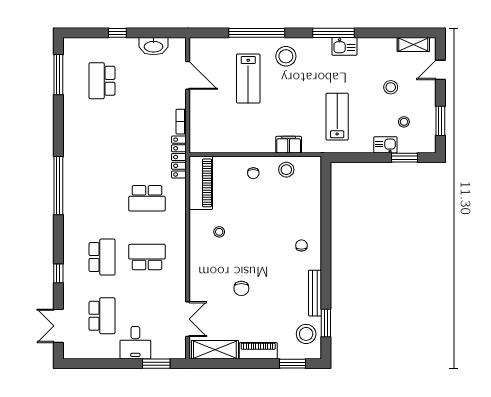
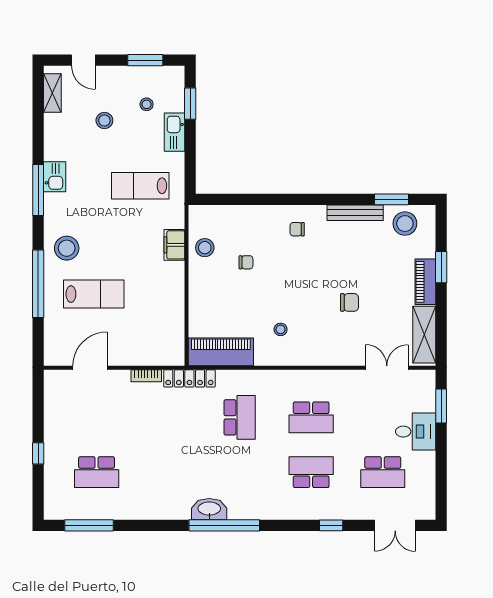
washbasin: (154, 46) -> (209, 509), moved, turned -90
kitchen sink: (385, 145) -> (175, 132), width x1.38
chair: (253, 173) -> (246, 262), moved
school desk: (147, 257) -> (311, 417), turned -90
school desk: (102, 316) -> (383, 472), turned 180
window: (293, 364) -> (441, 267), moved

